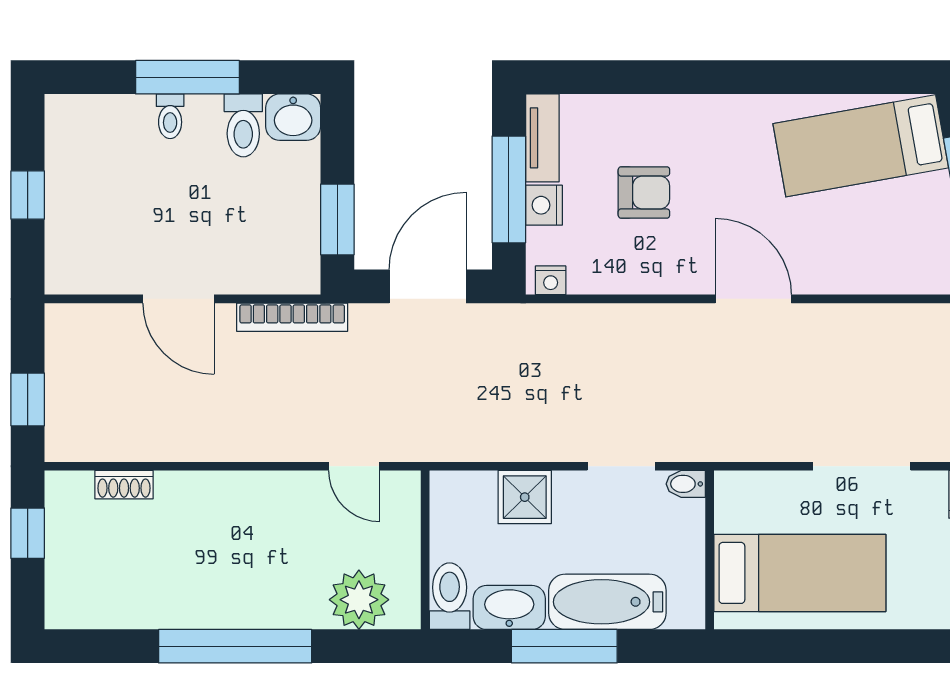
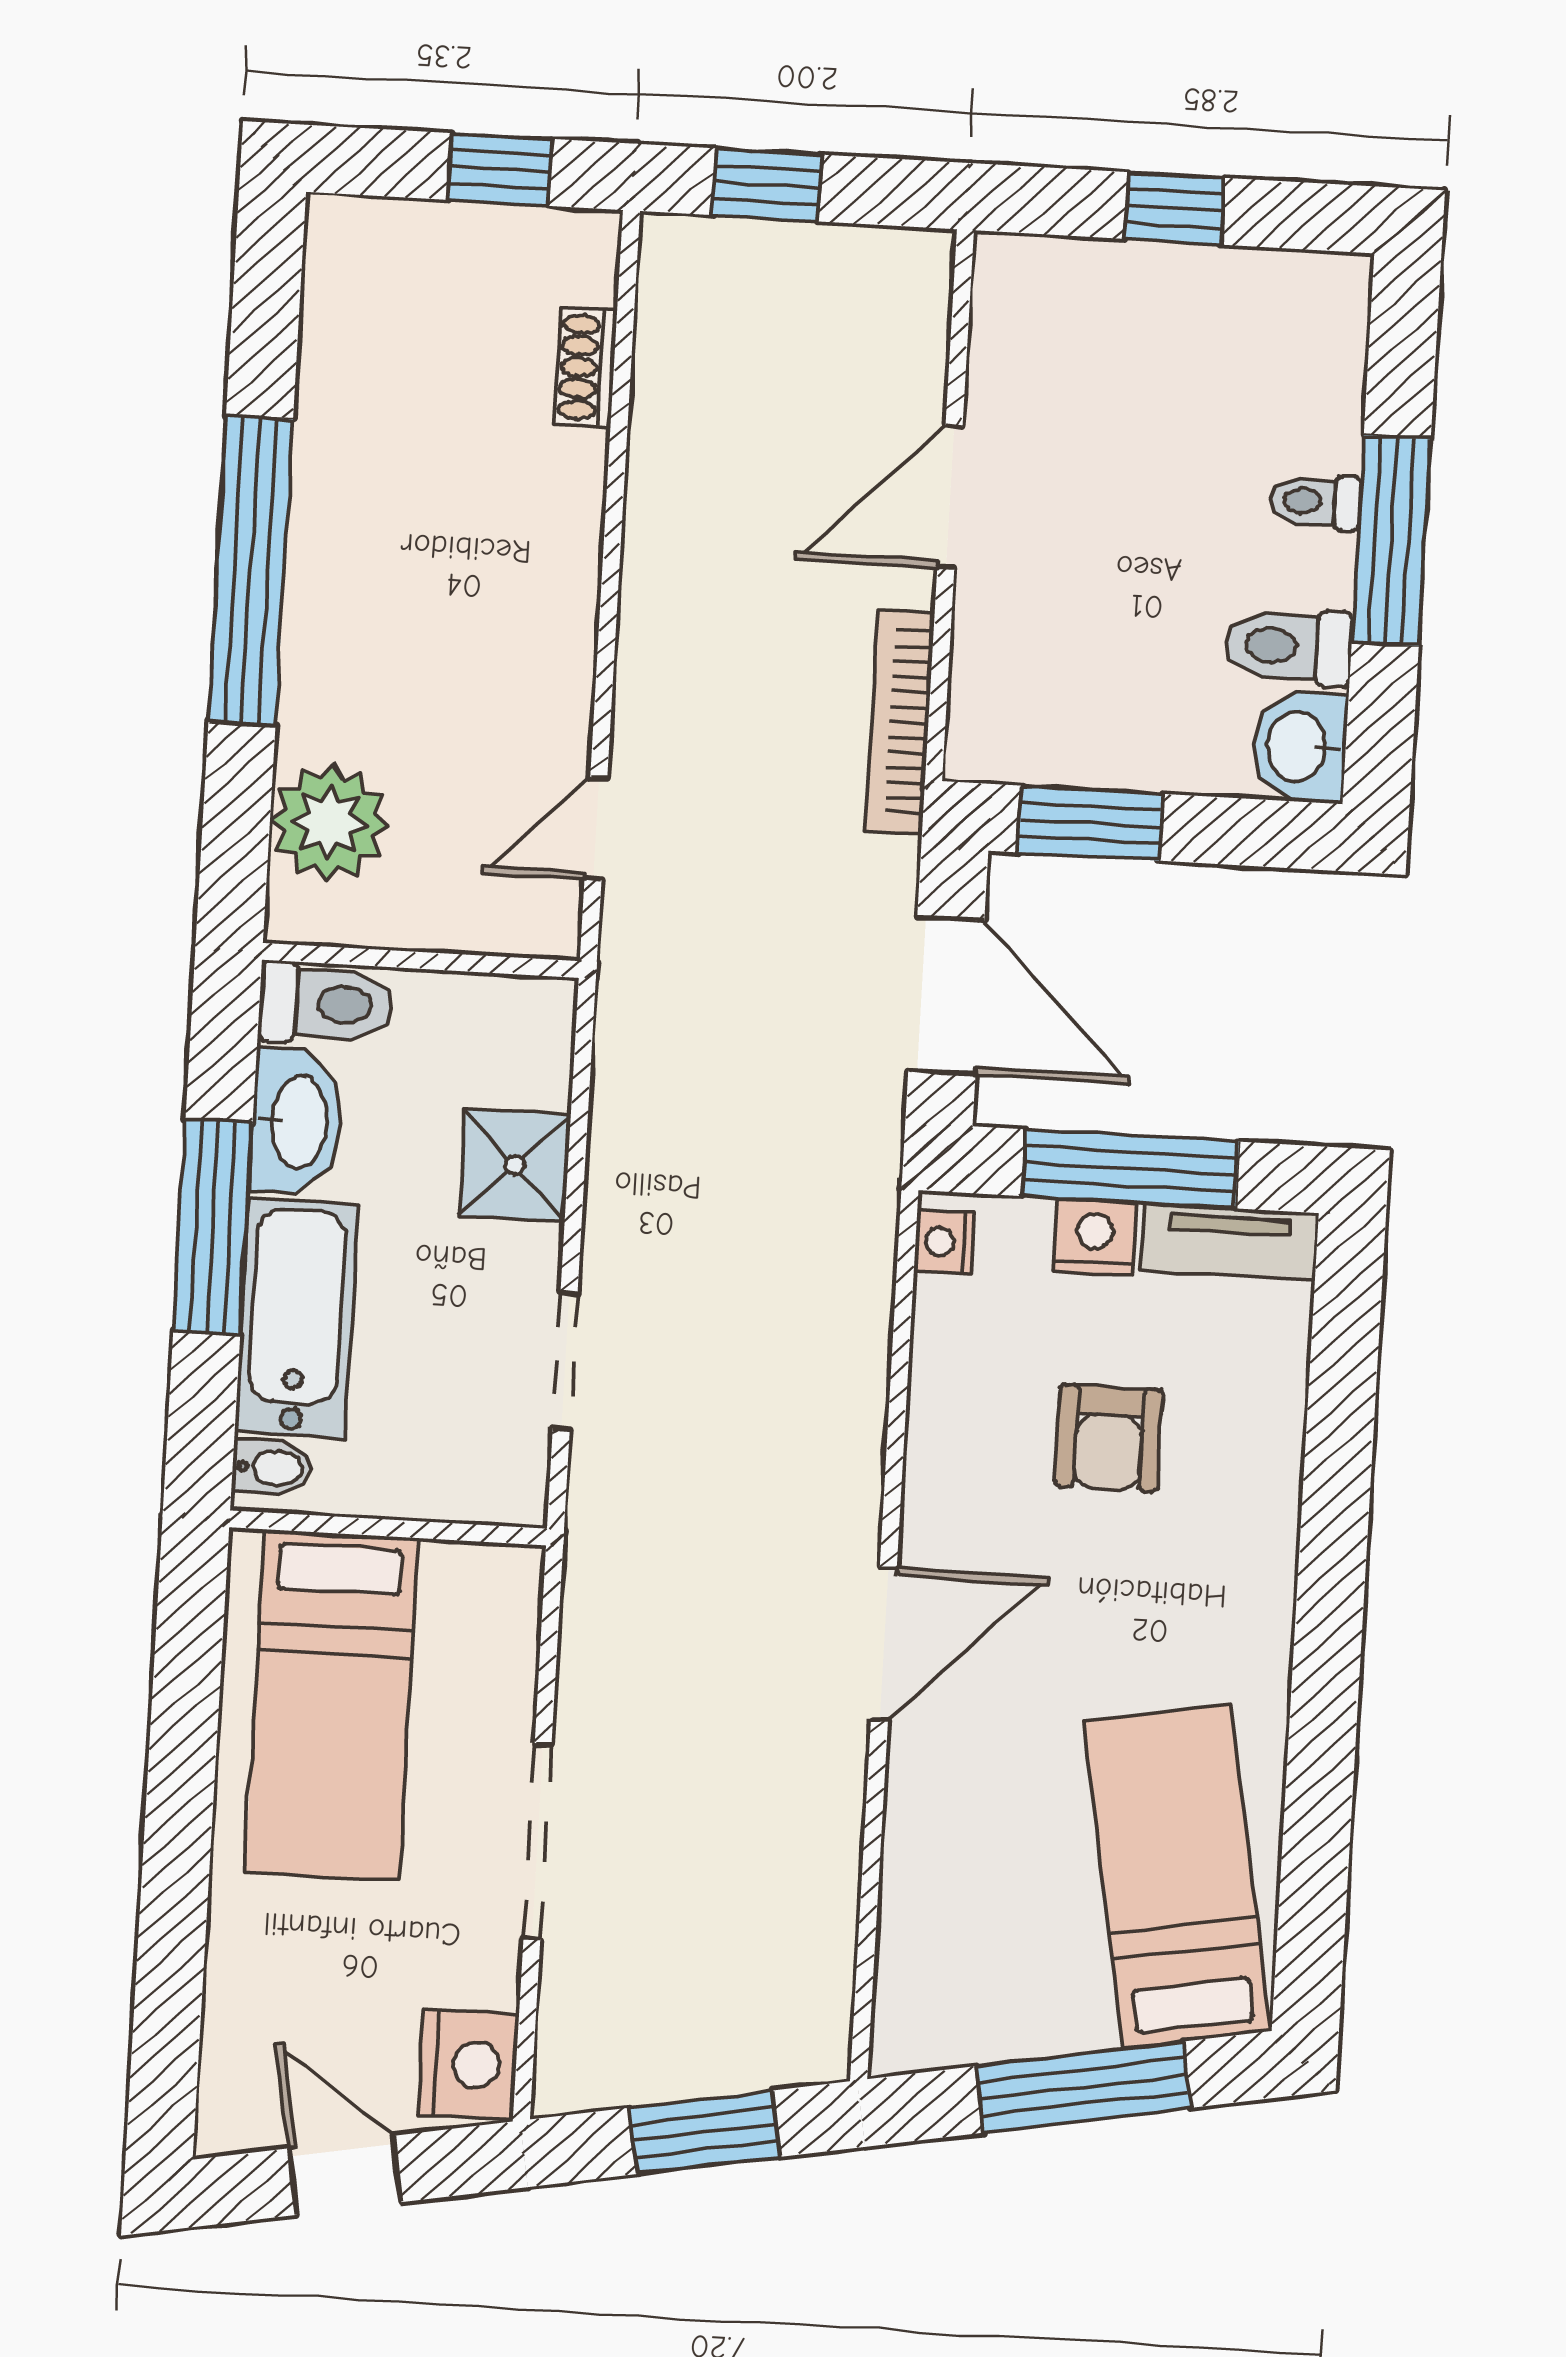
bidet: (686, 484) -> (272, 1468), moved, turned 90

